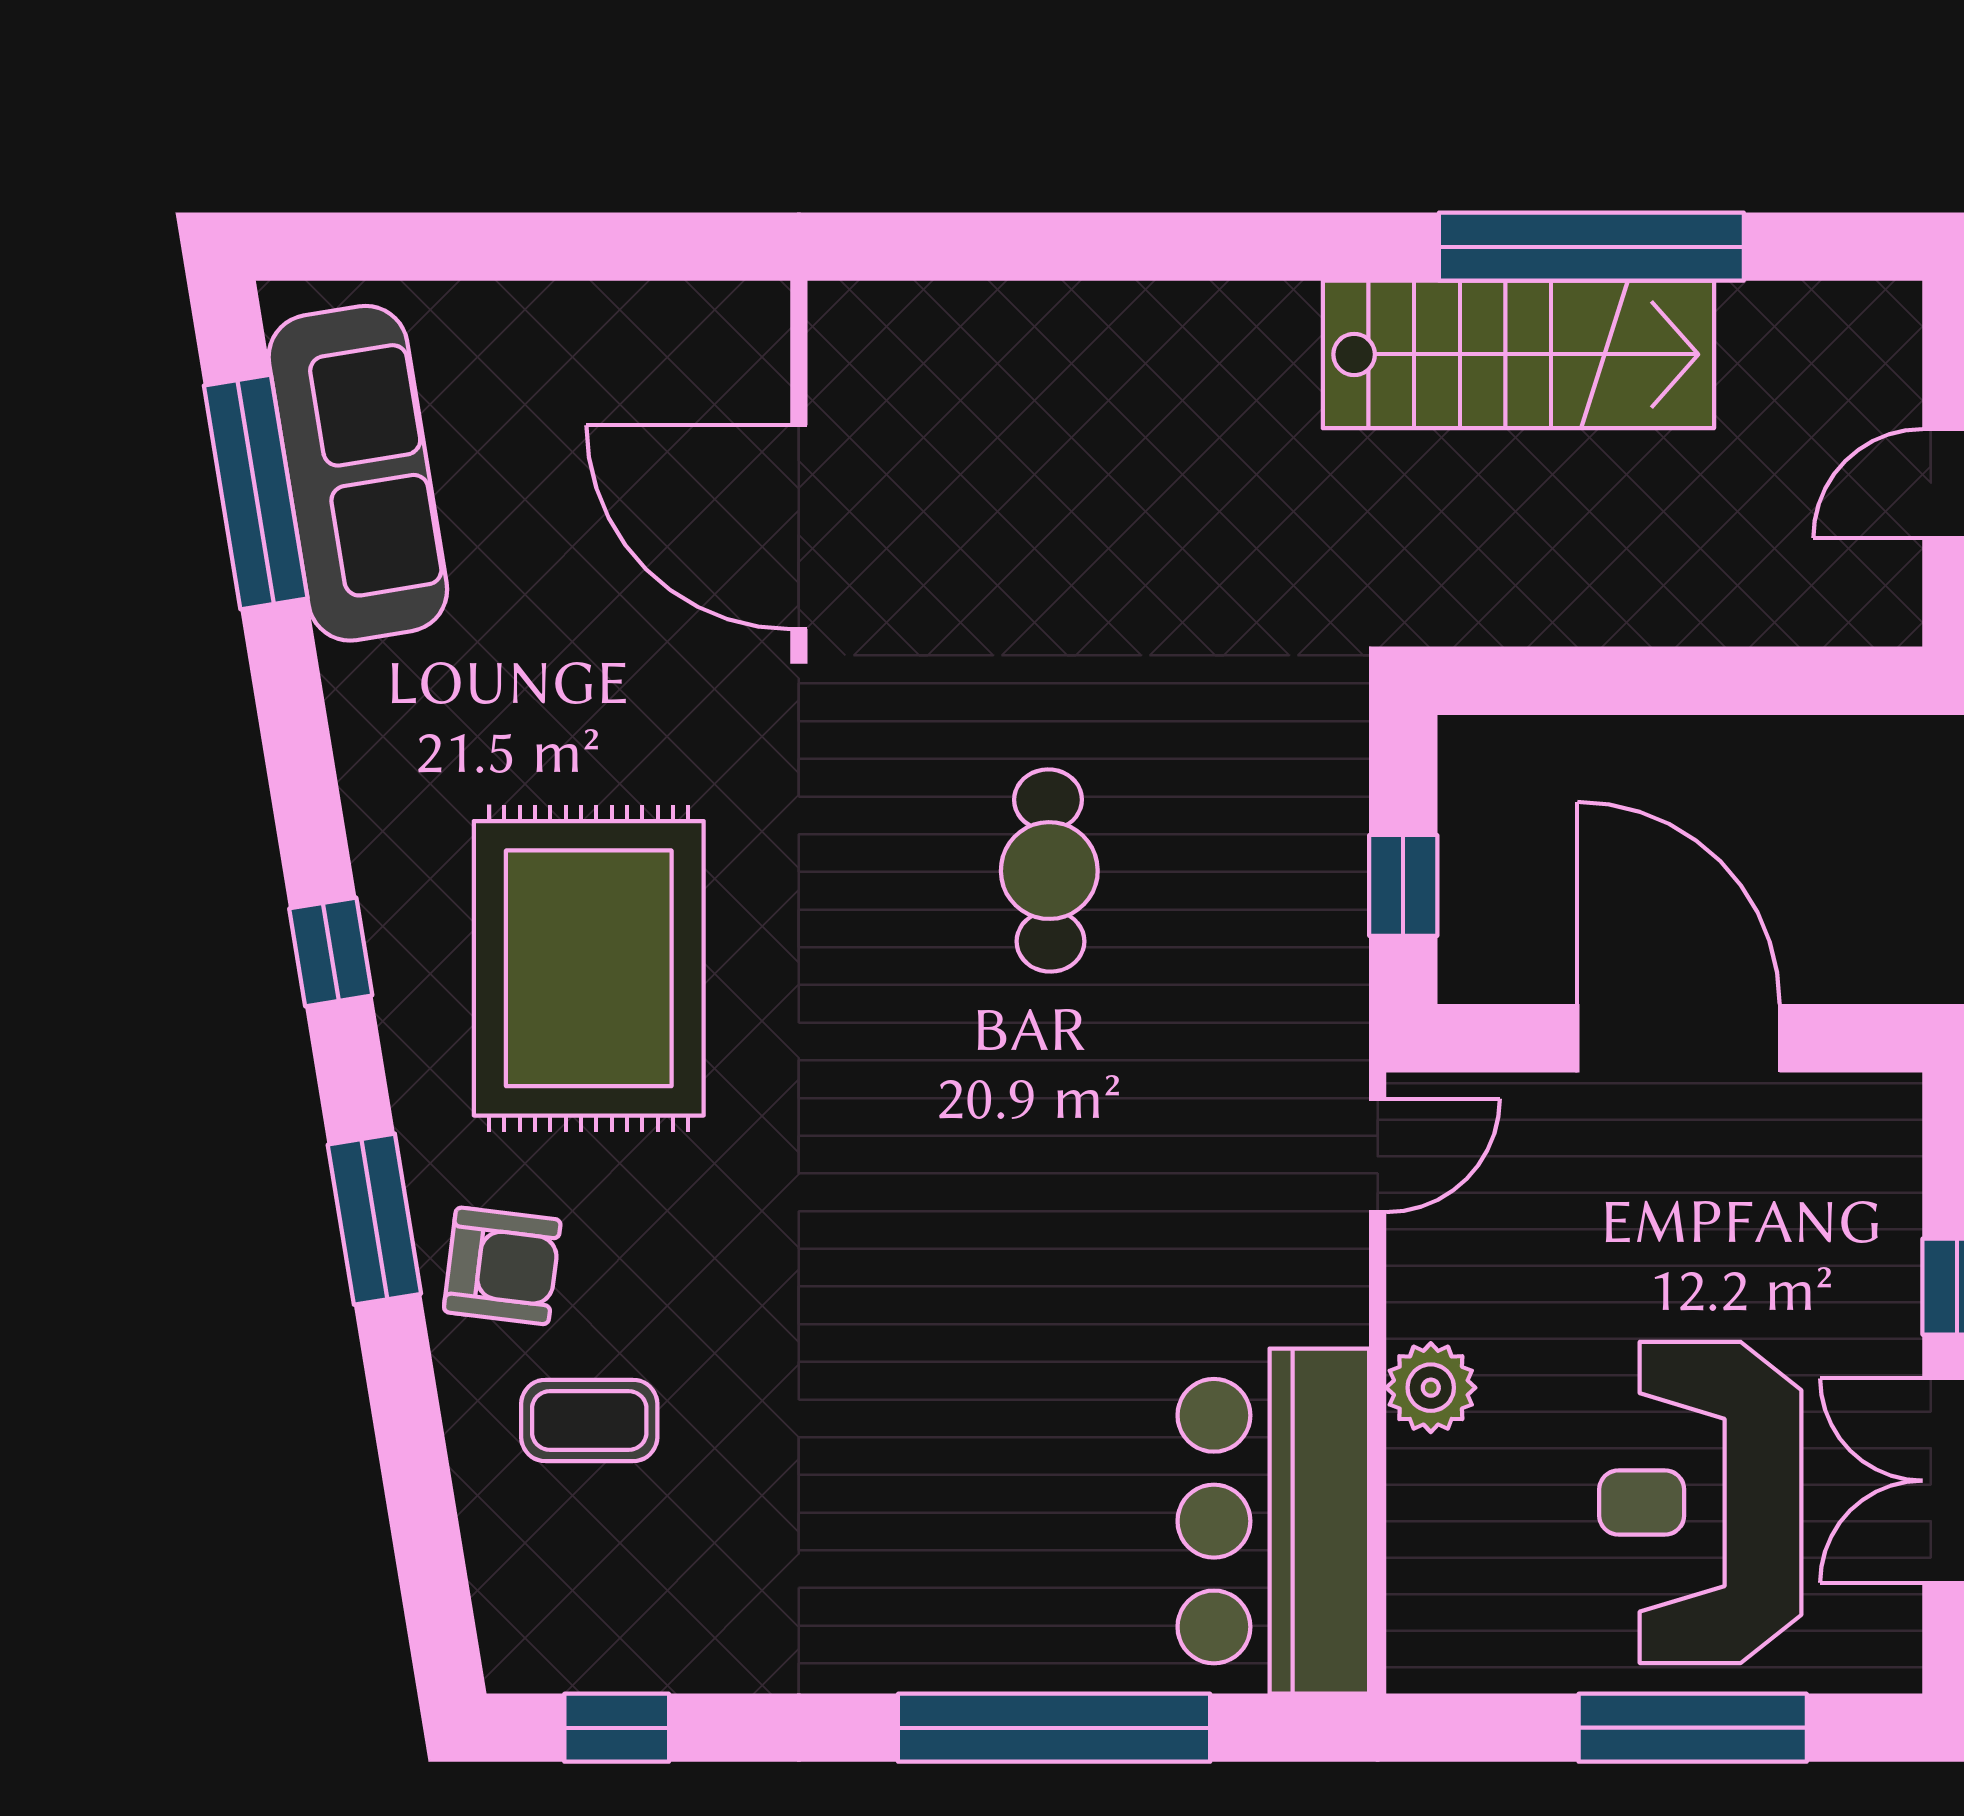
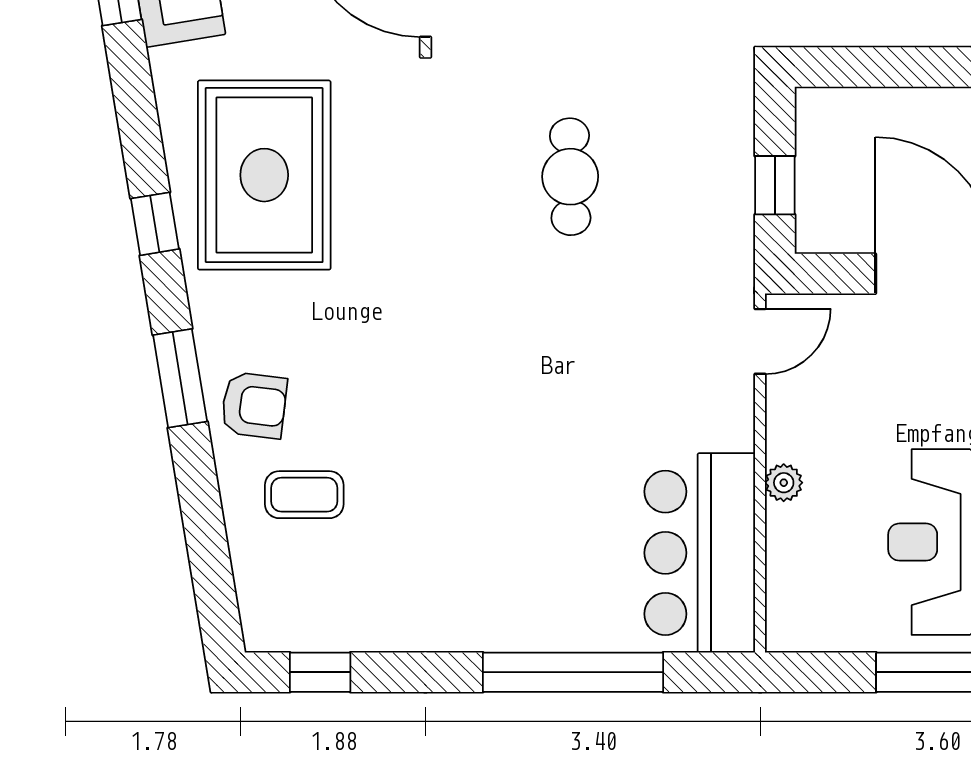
rug: (589, 968) -> (264, 175), moved
plant: (1431, 1388) -> (784, 483), width x0.73, depth x0.73

